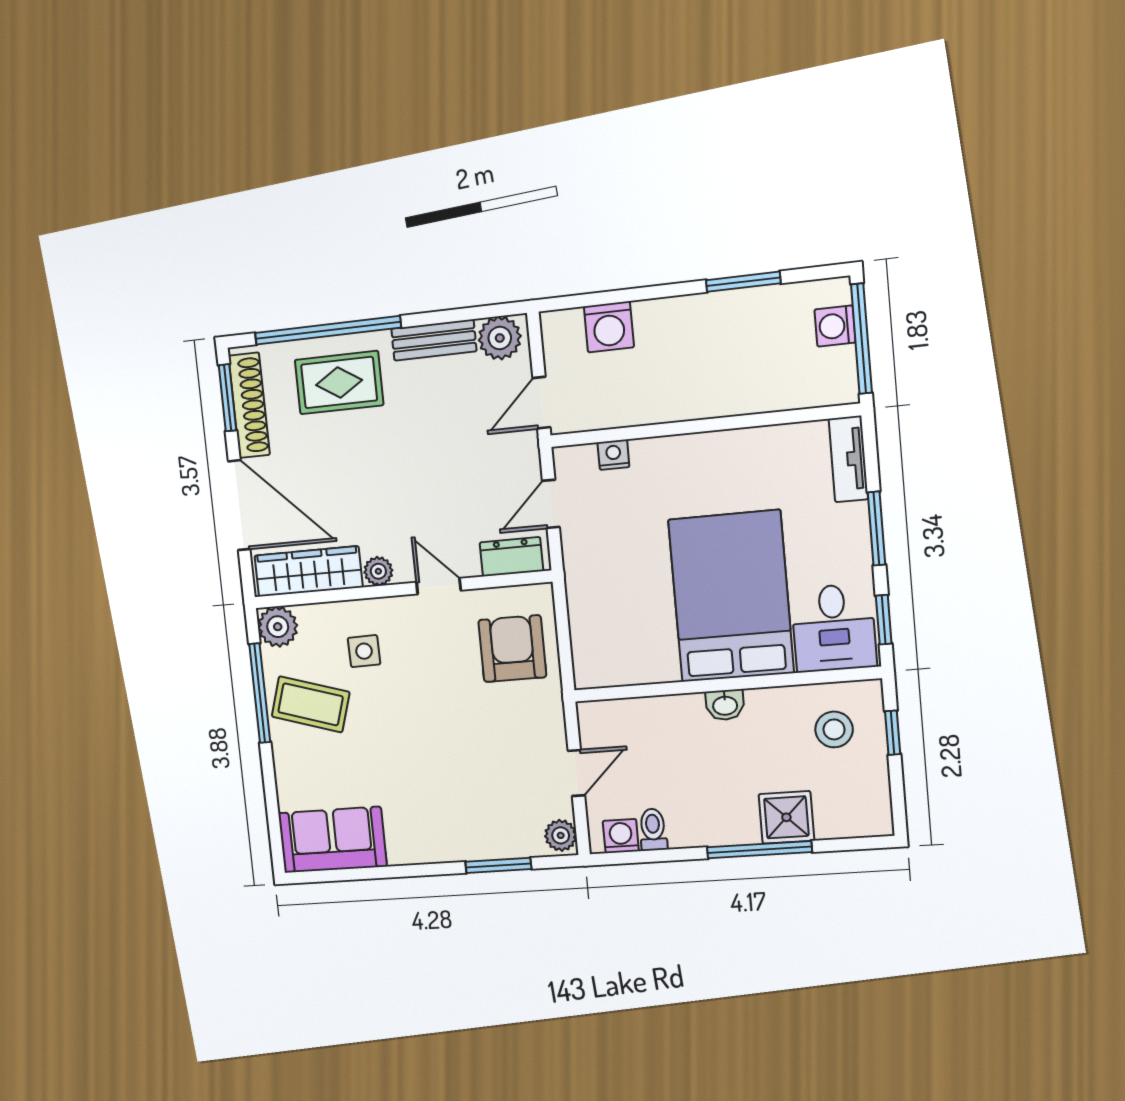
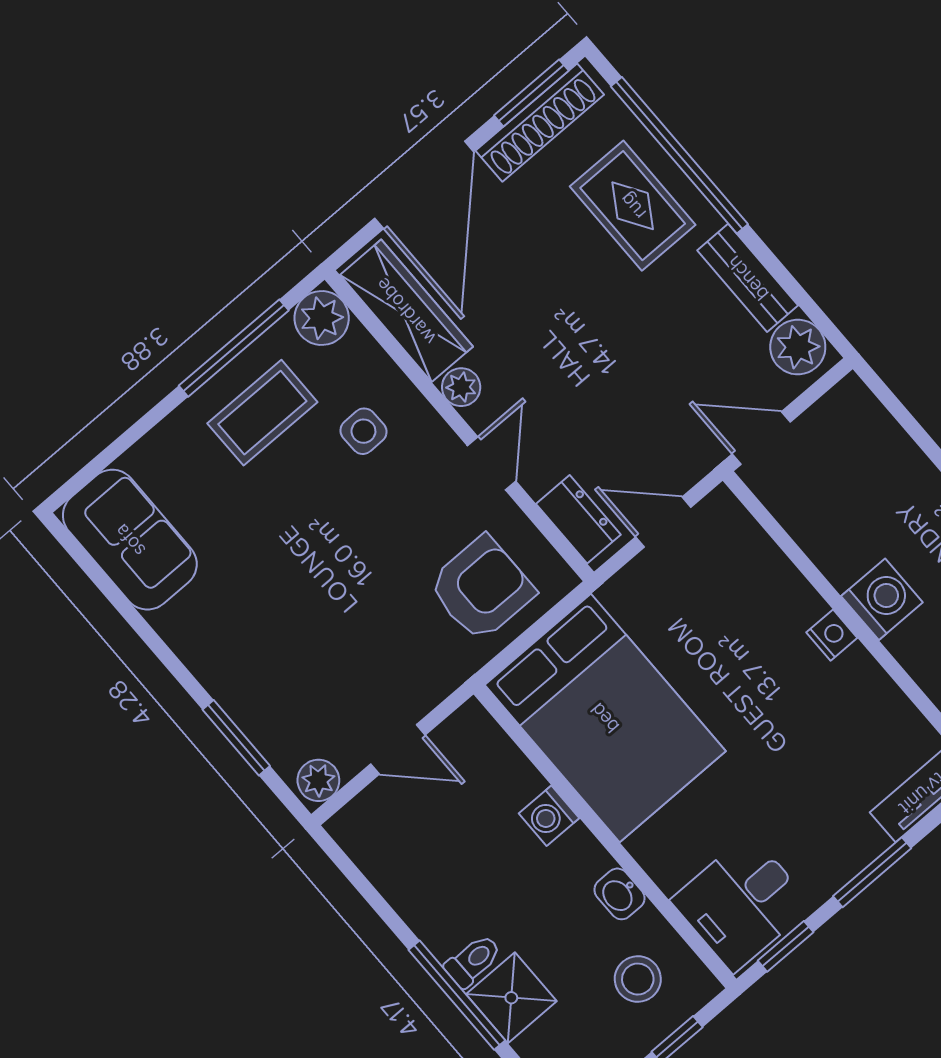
washing machine: (609, 327) -> (882, 599), moved, turned 180
nightstand: (613, 455) -> (832, 635), moved
bed: (731, 596) -> (605, 718), moved, turned 90
coffee table: (311, 704) -> (262, 413), turned 73
washbasin: (725, 705) -> (619, 894), moved
toilet: (653, 830) -> (473, 961), moved
washing machine: (621, 836) -> (549, 816), moved, turned 180

